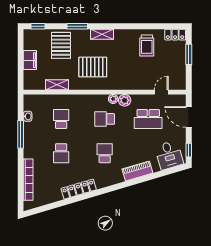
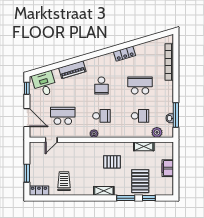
window: (38, 26) -> (149, 198), moved
pallet: (93, 67) -> (112, 162), width x0.67, depth x0.71
plant: (125, 100) -> (157, 132), moved
school desk: (61, 119) -> (140, 116), turned -90
window: (21, 134) -> (176, 115), moved
school desk: (61, 153) -> (140, 85), width x1.85
locker: (79, 189) -> (124, 54), width x0.66

